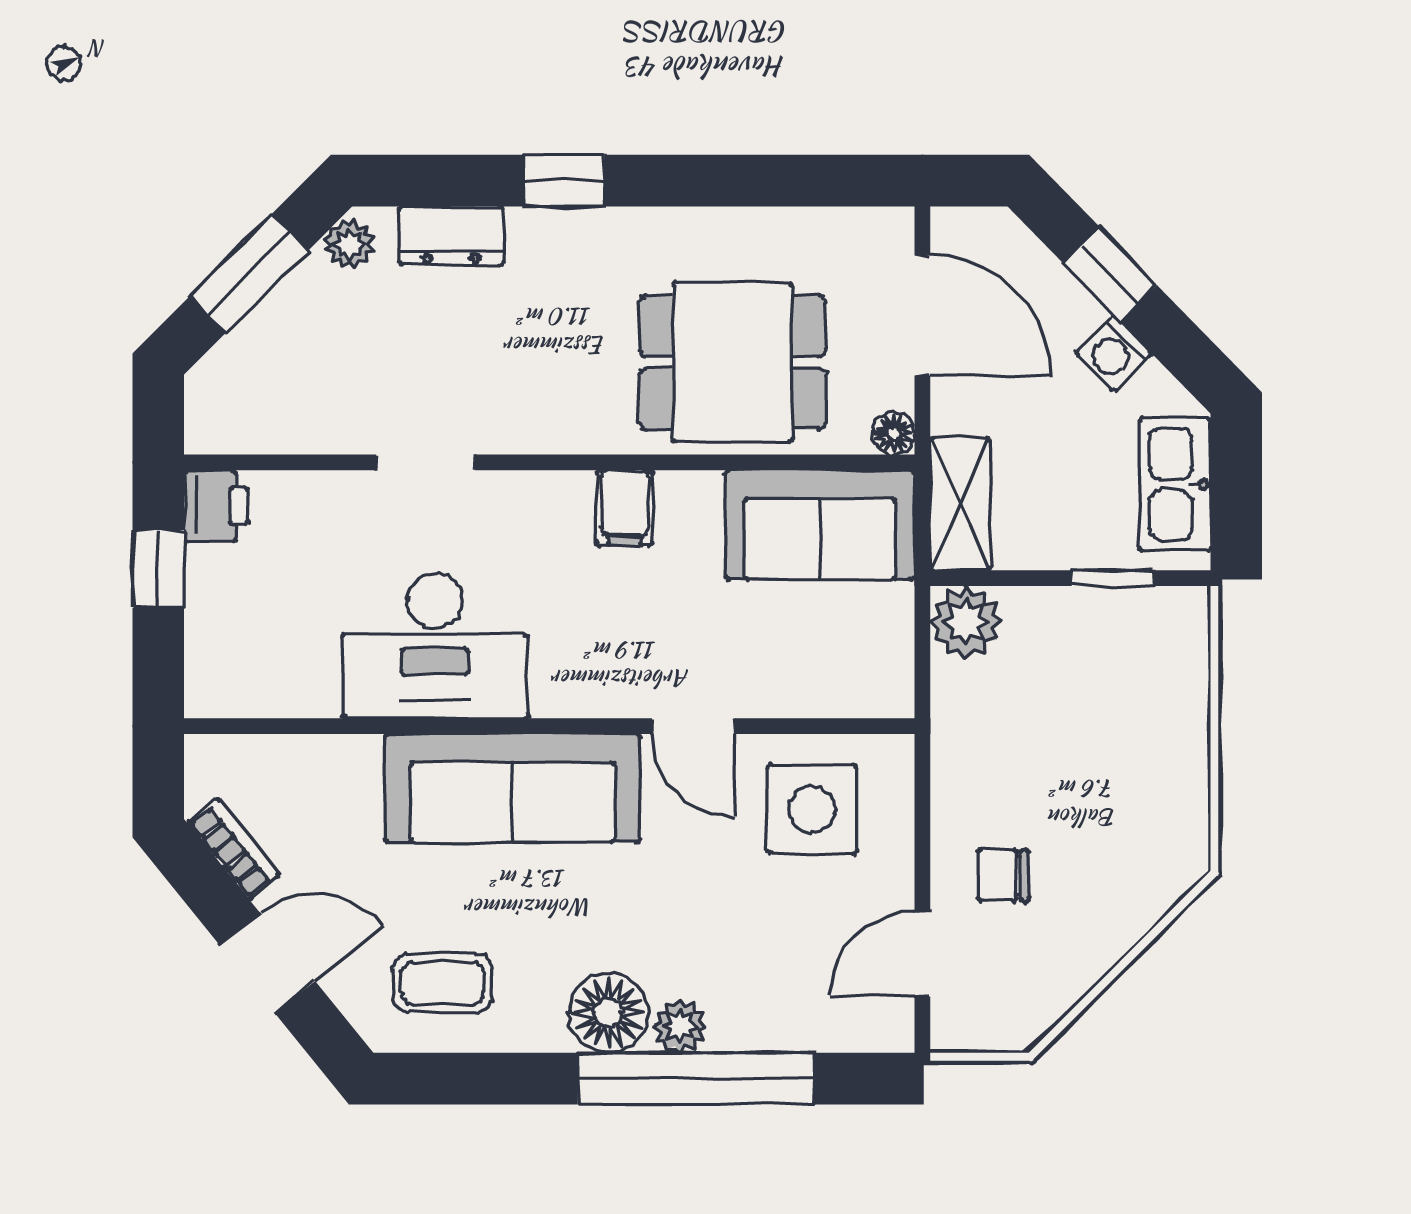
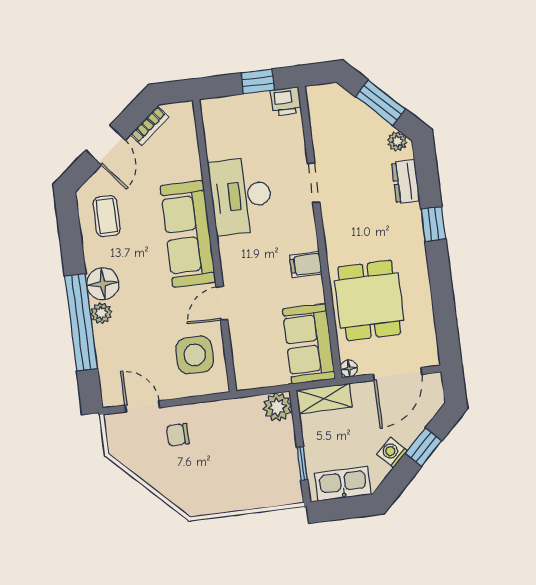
chair: (1003, 875) -> (178, 435), turned -90

